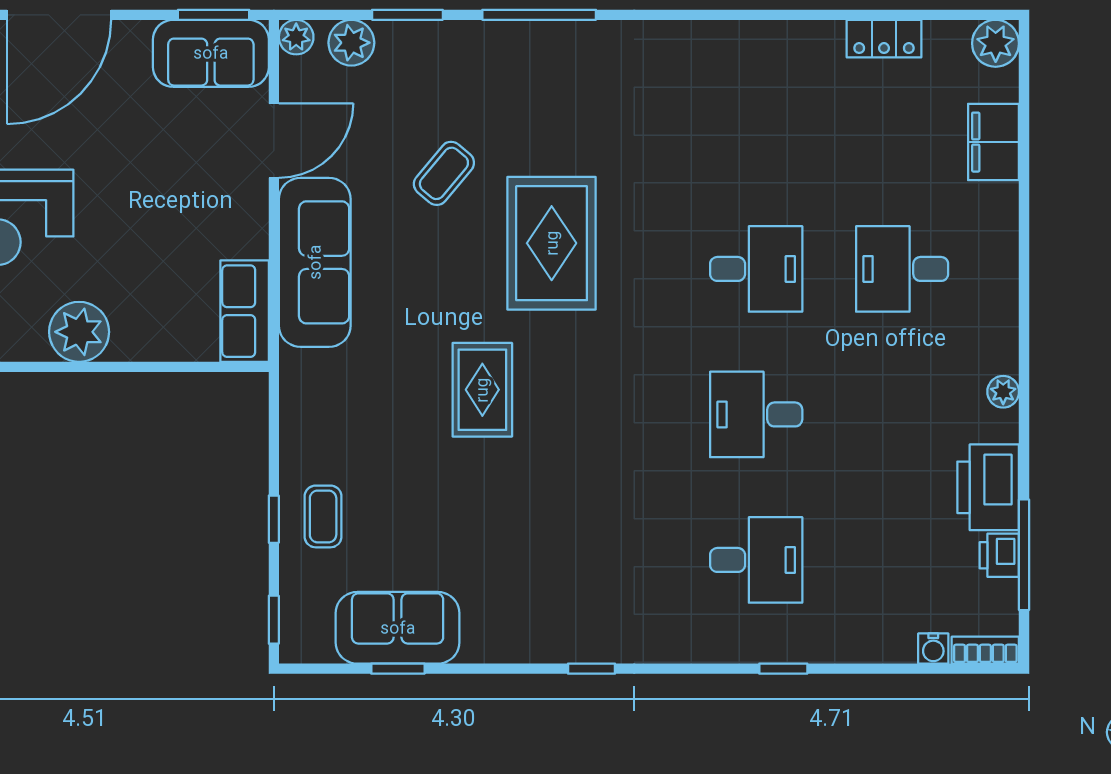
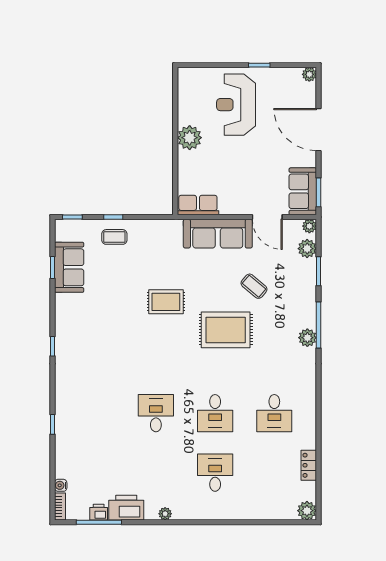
plant: (571, 42) -> (307, 338), added
filing cabinet: (994, 142) -> (267, 510), removed
desk: (756, 560) -> (274, 413), moved

